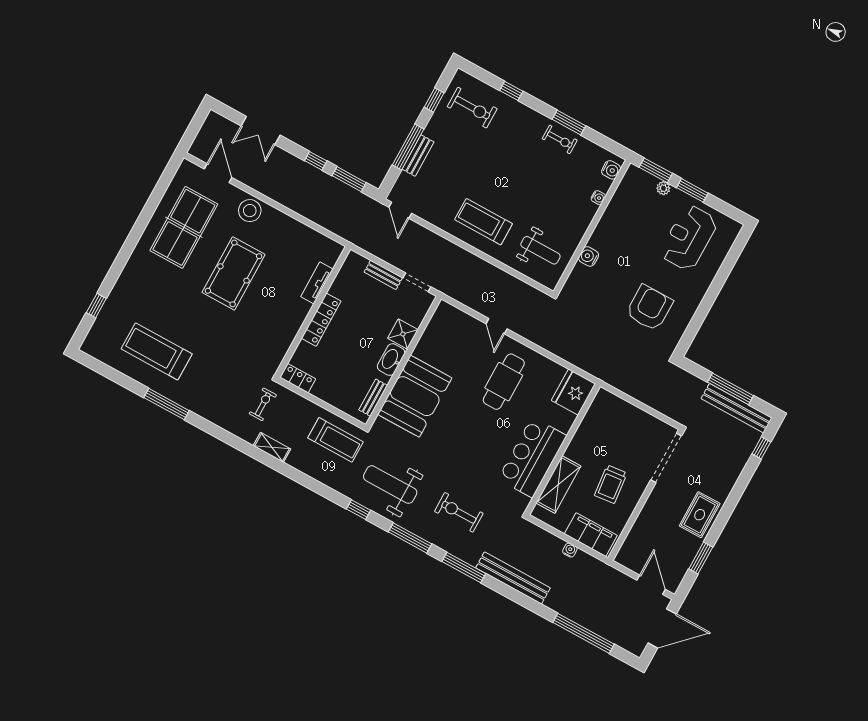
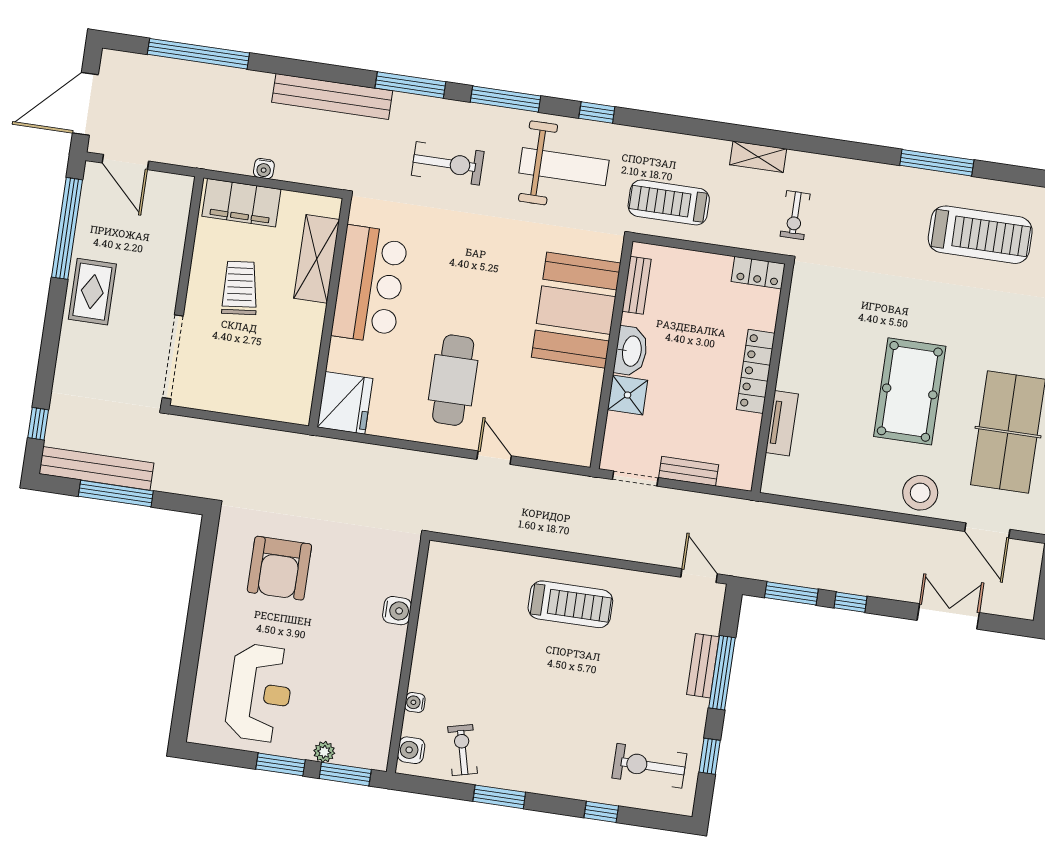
exercise bike: (560, 139) -> (462, 750), moved, turned 76
weight bench: (540, 250) -> (471, 593), removed
window: (701, 558) -> (67, 228), width x2.11

